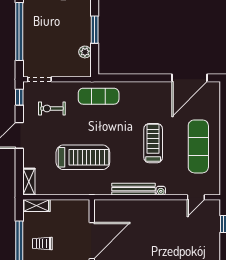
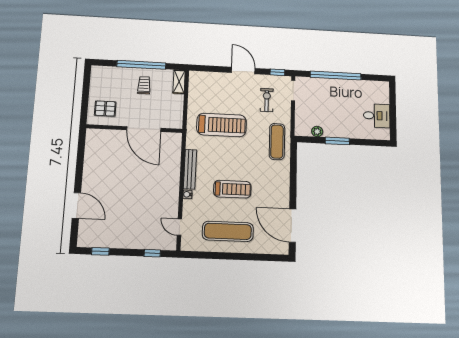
treadmill: (83, 157) -> (221, 125), turned -90
shelving: (29, 182) -> (201, 76), removed

